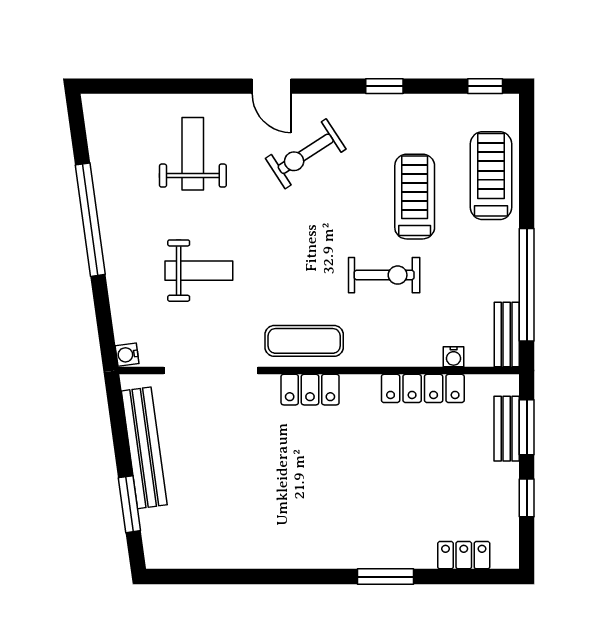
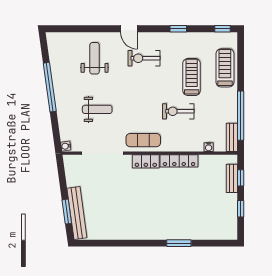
exercise bike: (306, 154) -> (144, 58), turned 33
exercise bike: (384, 275) -> (178, 111), turned 180
locker: (423, 388) -> (179, 161), moved
window: (527, 427) -> (241, 178), width x0.67
bench: (144, 448) -> (77, 213), moved
locker: (464, 555) -> (213, 234), removed

